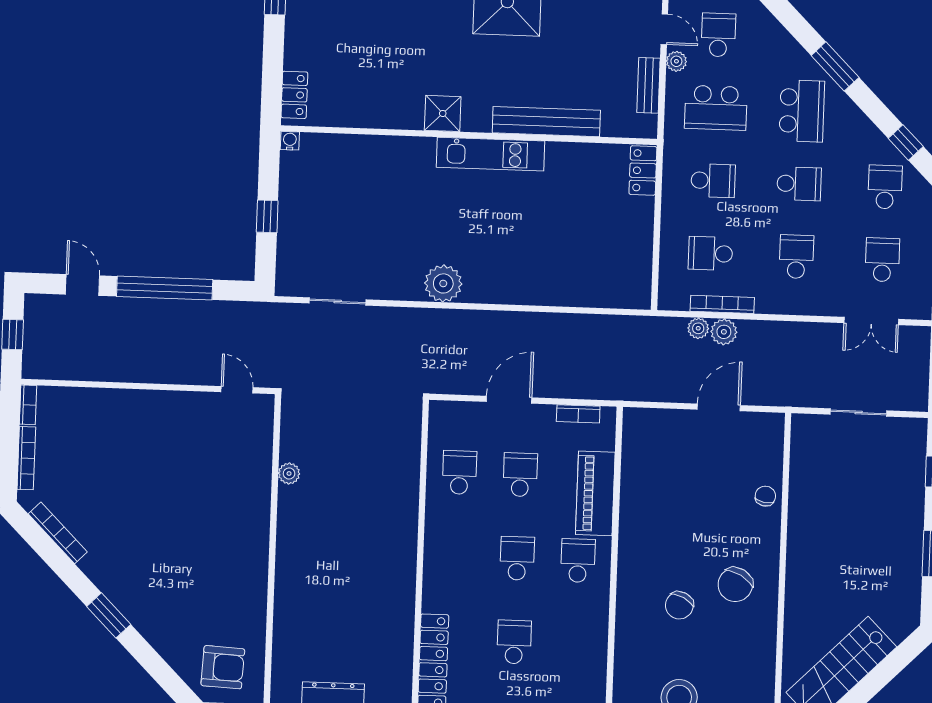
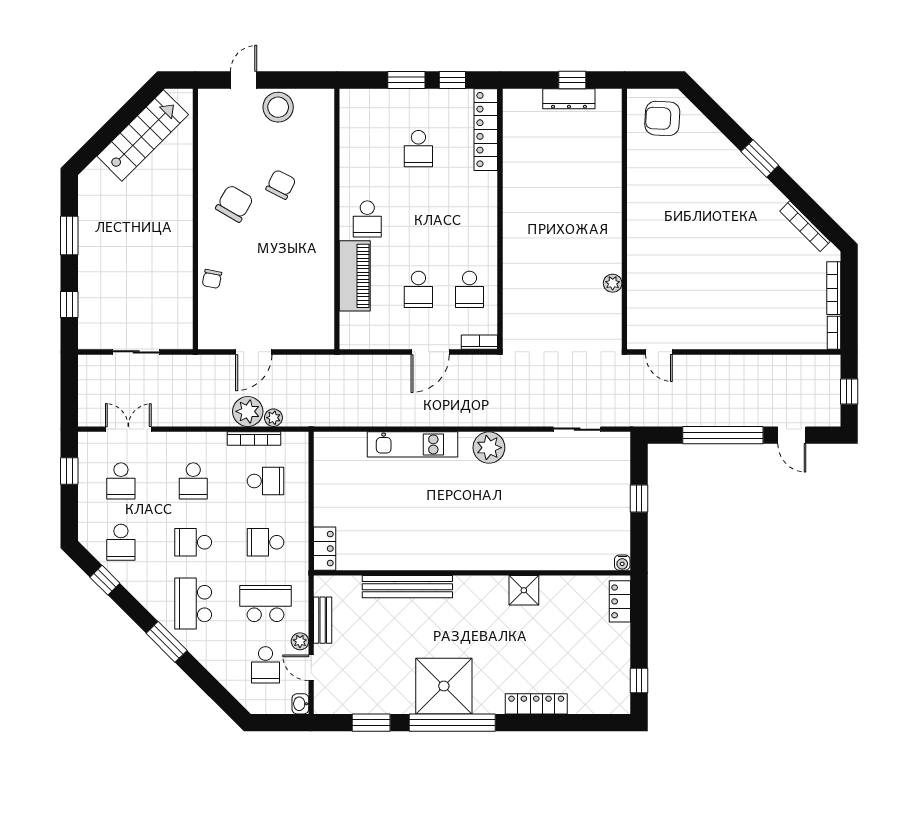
shower: (443, 113) -> (524, 590), moved
kitchen unit: (491, 154) -> (413, 444), moved, turned 180
plant: (724, 332) -> (248, 411), width x1.36, depth x1.36
bookcase: (578, 414) -> (479, 342), moved
school desk: (517, 558) -> (418, 219), removed

